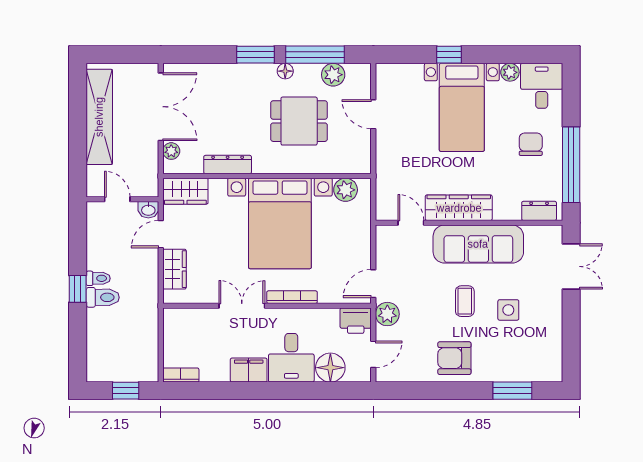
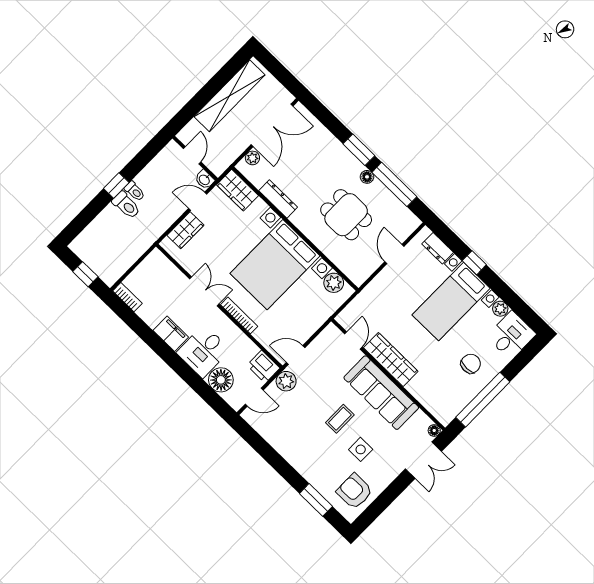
plant: (333, 75) -> (393, 207), removed
dresser: (539, 211) -> (438, 248), moved, turned 180
floor lamp: (556, 232) -> (434, 430), added
armchair: (454, 358) -> (354, 491), moved

